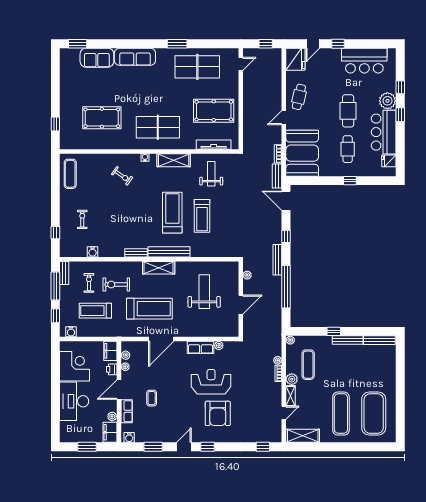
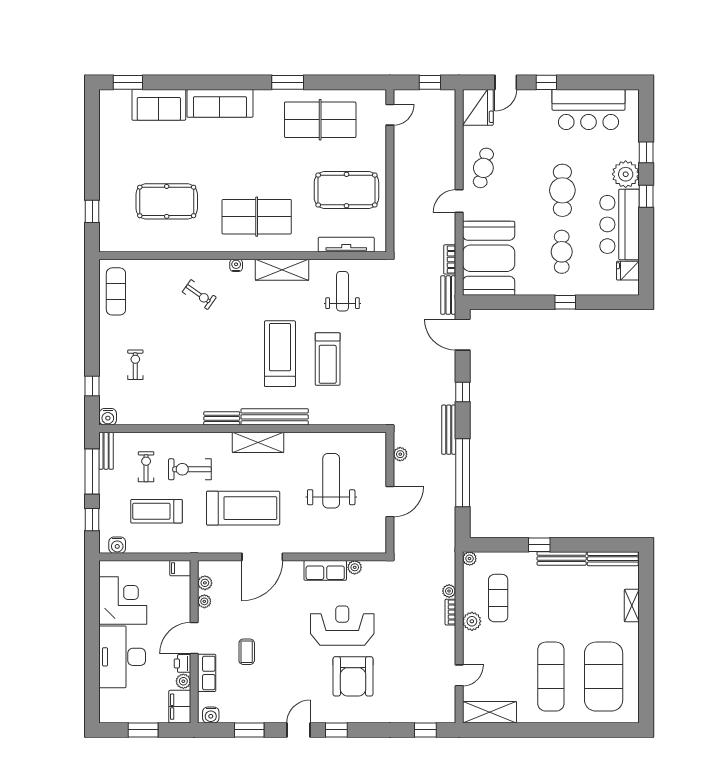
water cooler: (92, 252) -> (108, 417), moved
filing cabinet: (110, 351) -> (180, 568), width x0.50
printer: (112, 369) -> (183, 663), moved
shelving: (291, 396) -> (632, 606), moved

